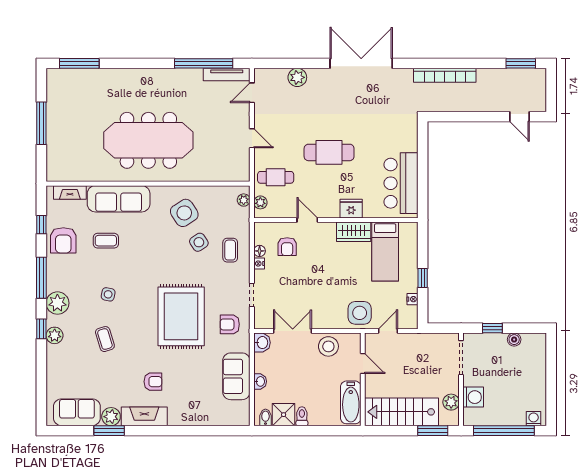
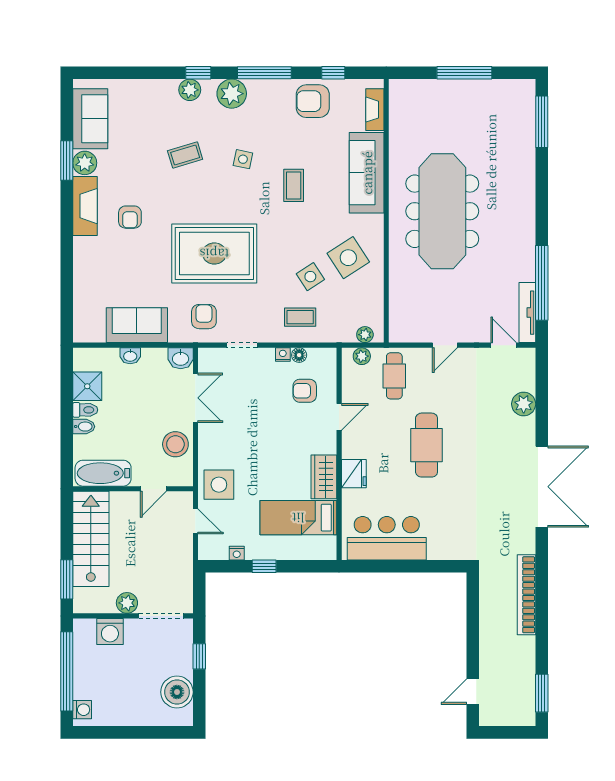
coffee table: (106, 241) -> (294, 185), moved
boiler: (514, 340) -> (177, 692), width x1.86, depth x1.86
plant: (451, 402) -> (127, 603), moved
bidet: (265, 417) -> (84, 427), moved

